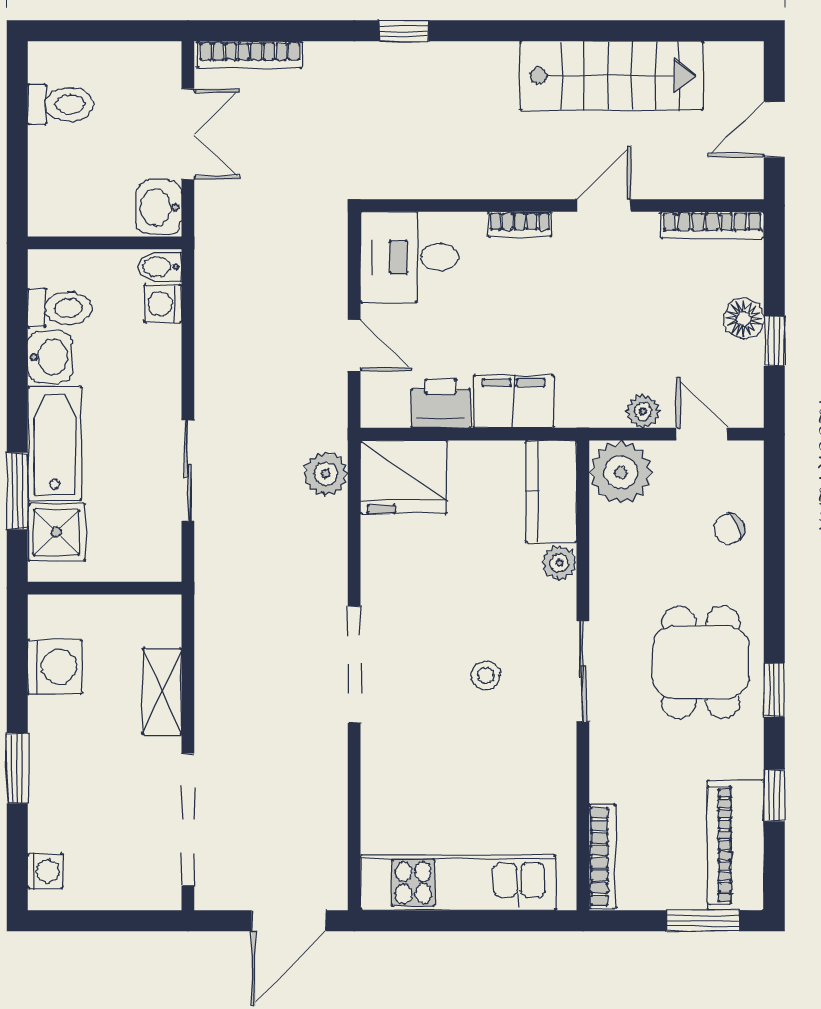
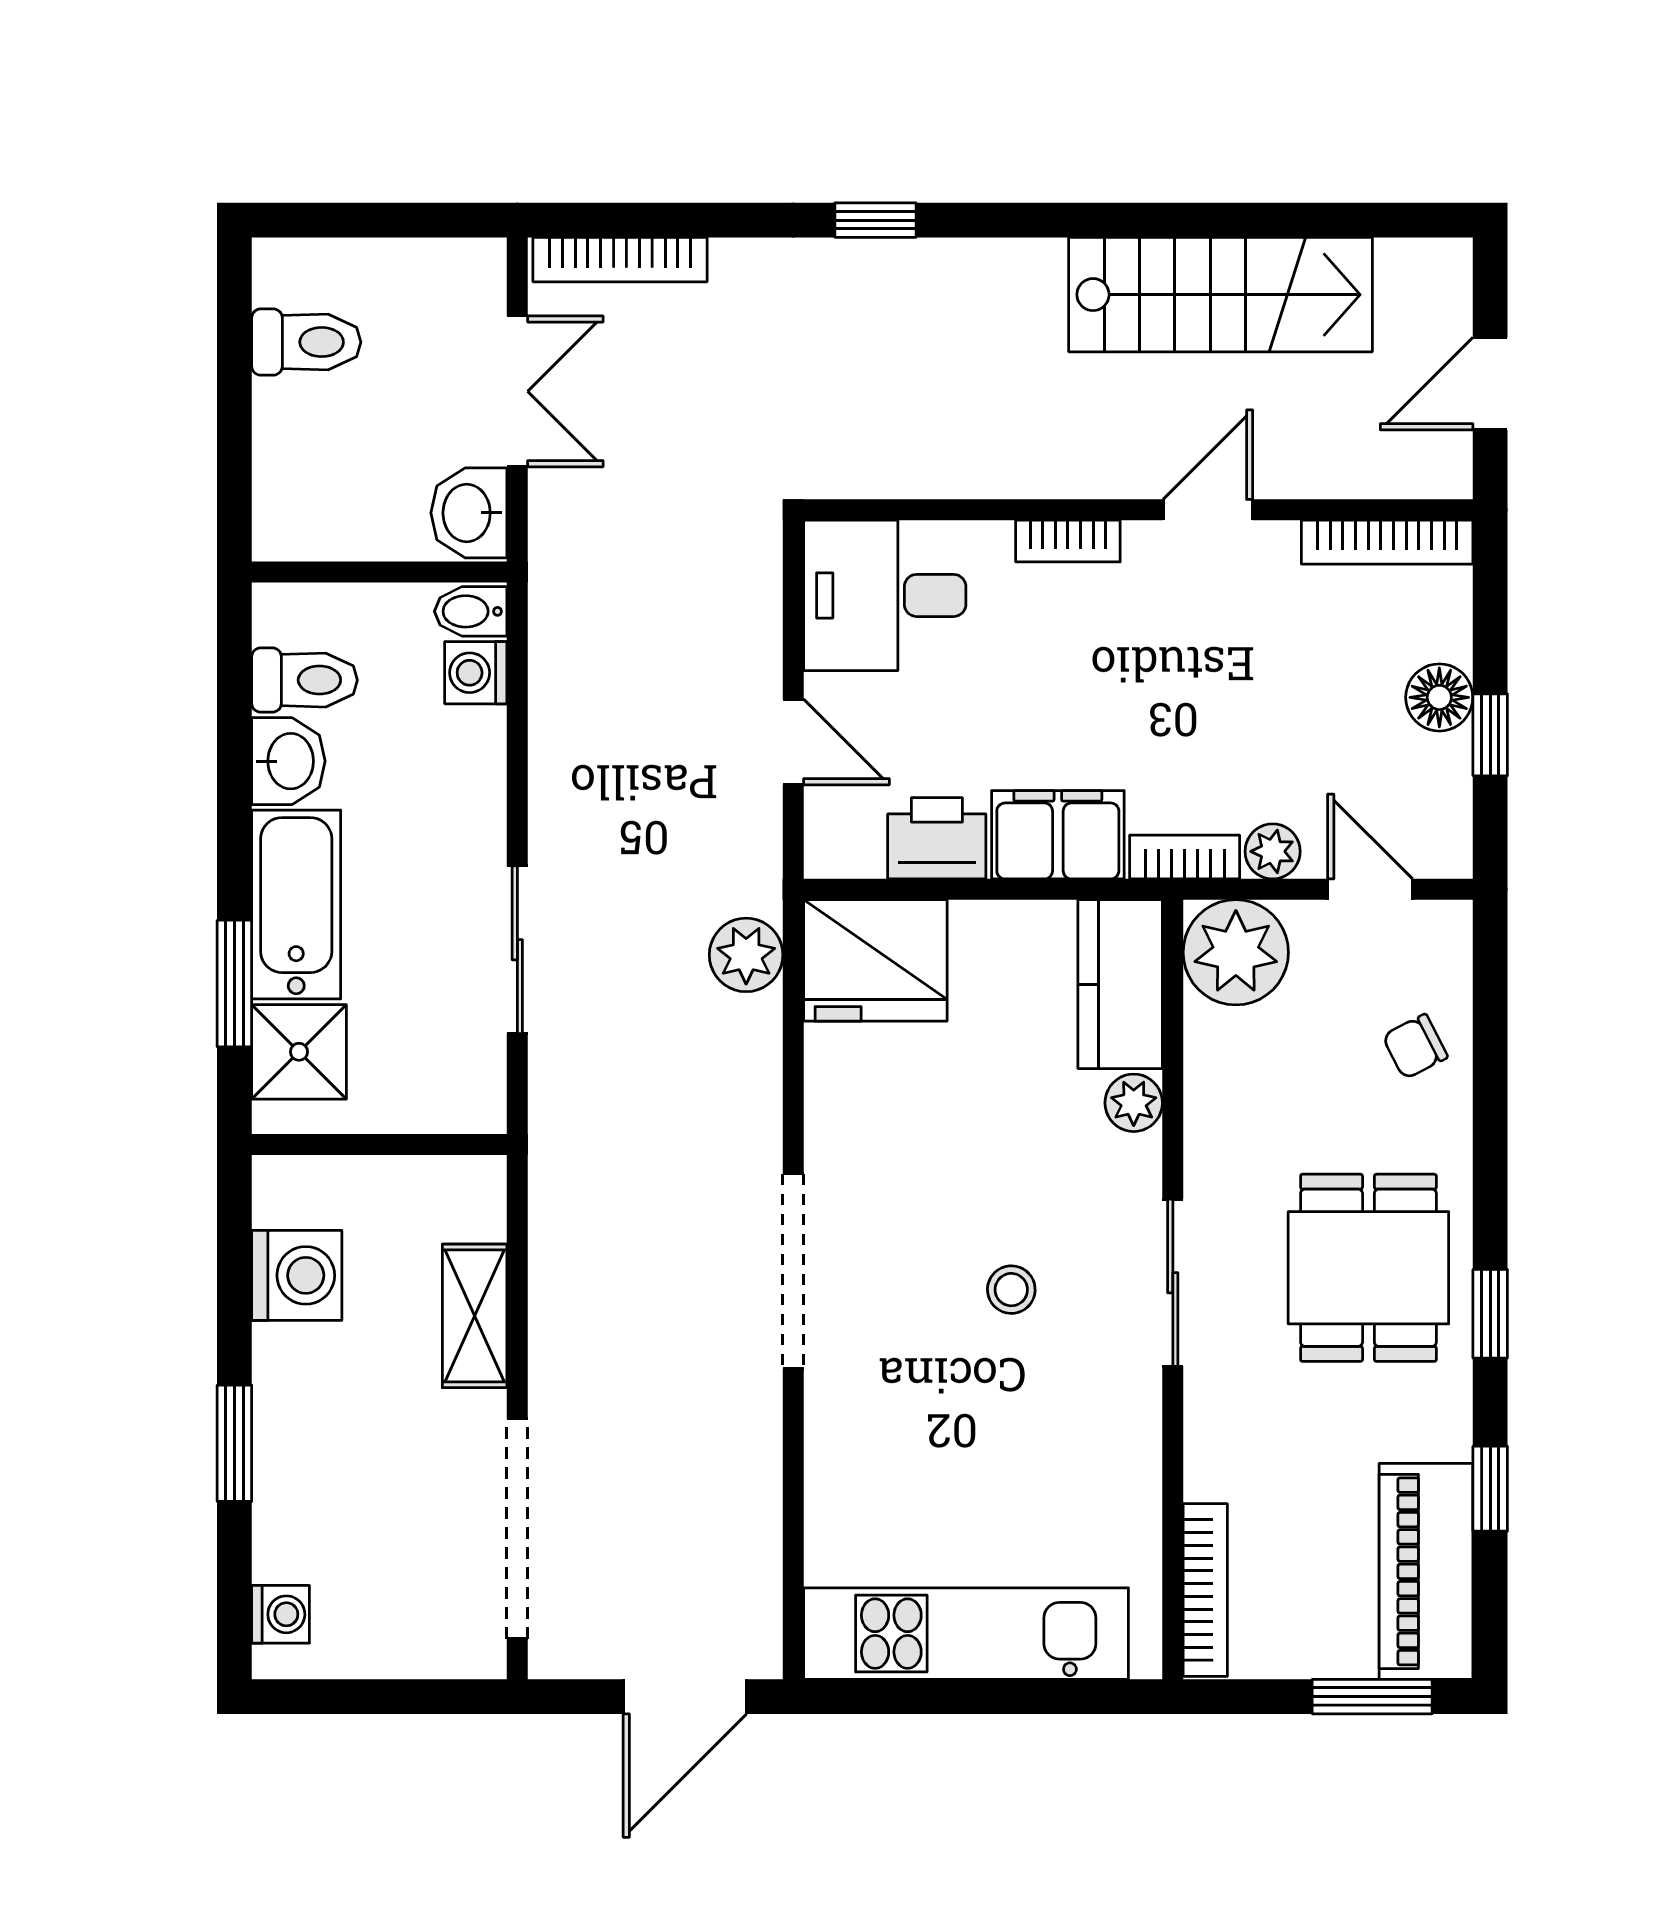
bookcase: (590, 415) -> (1185, 857), added

